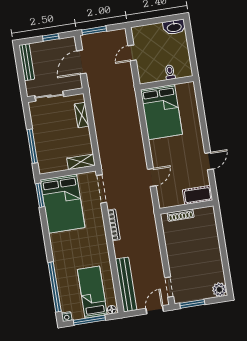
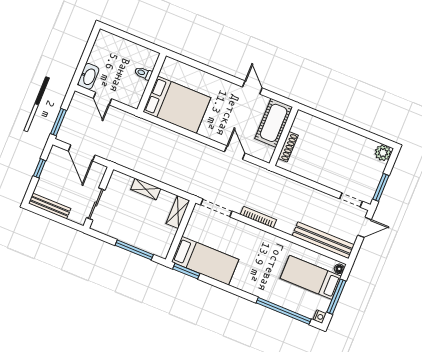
washbasin: (174, 27) -> (88, 76), moved
shelving: (82, 115) -> (146, 189), moved
cot: (198, 195) -> (274, 123), width x1.37, depth x1.34
bed: (63, 204) -> (205, 261), width x0.67
door: (155, 310) -> (365, 227), swing flipped

